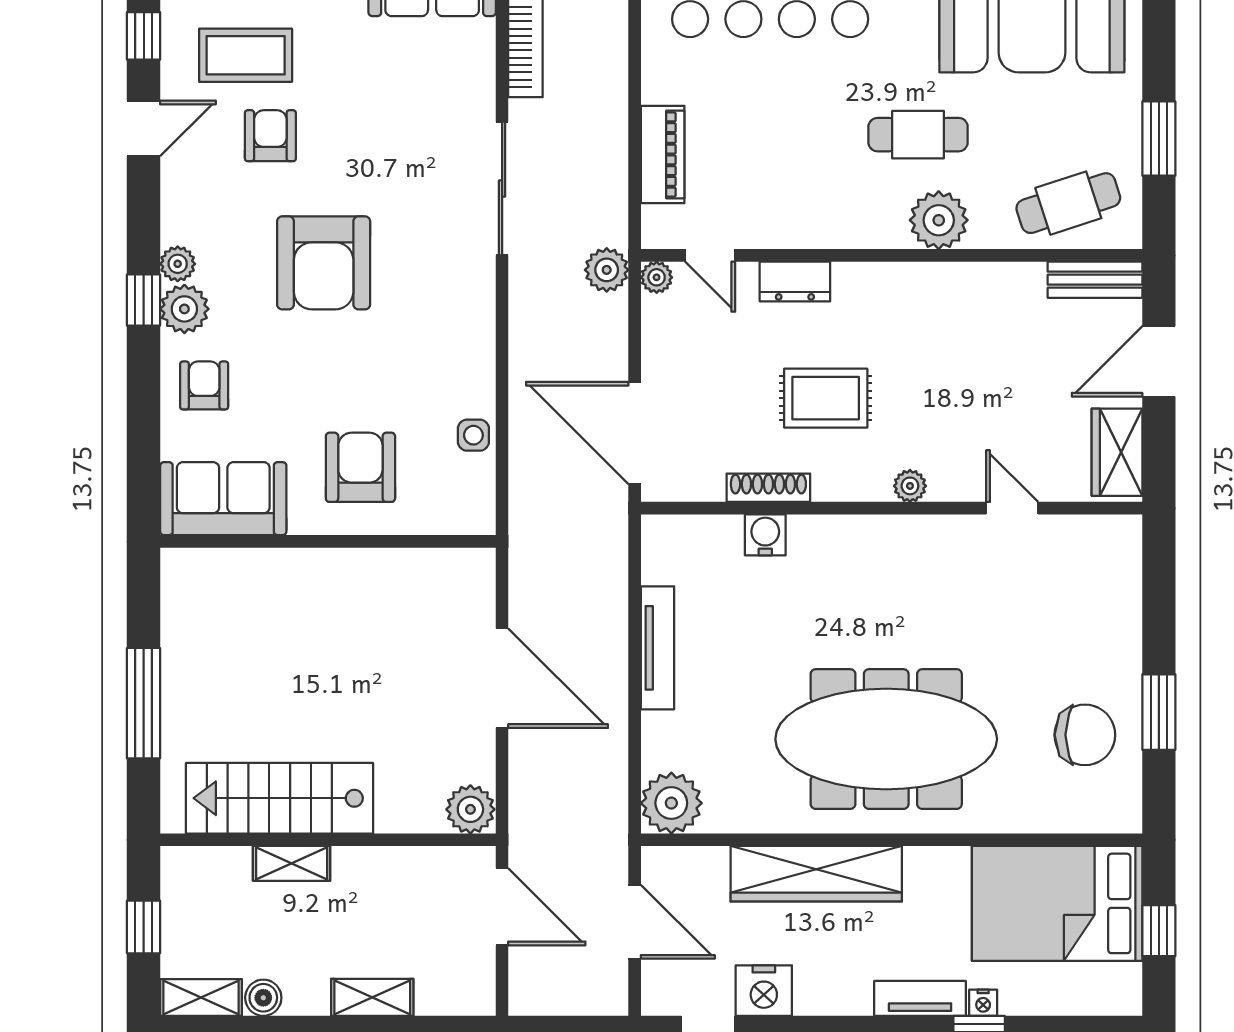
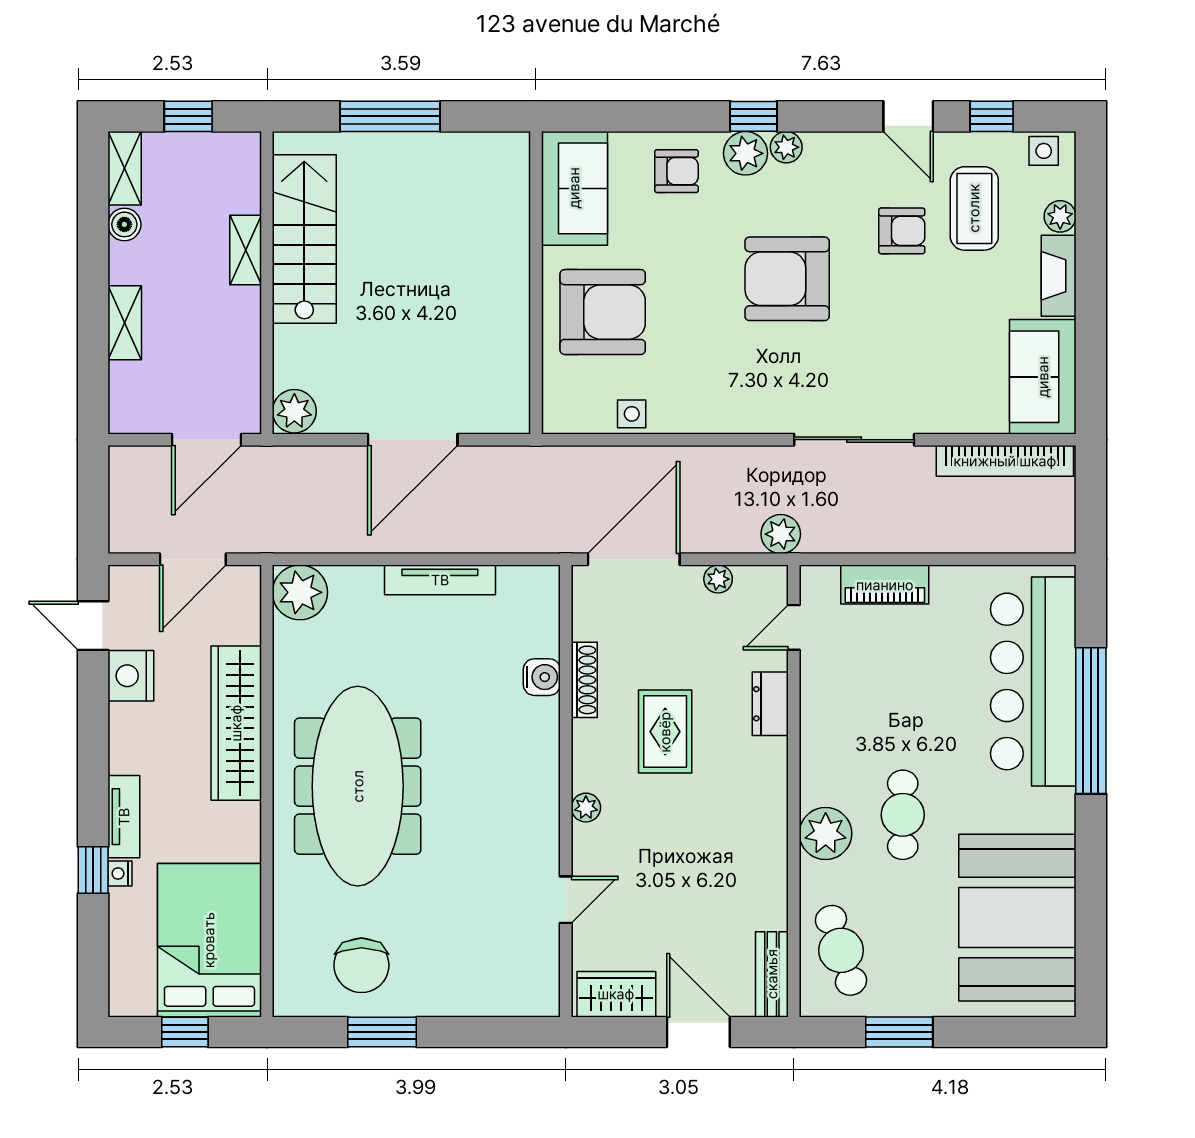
plant: (657, 277) -> (718, 579), moved
armchair: (360, 467) -> (603, 312), width x1.36, depth x1.36

